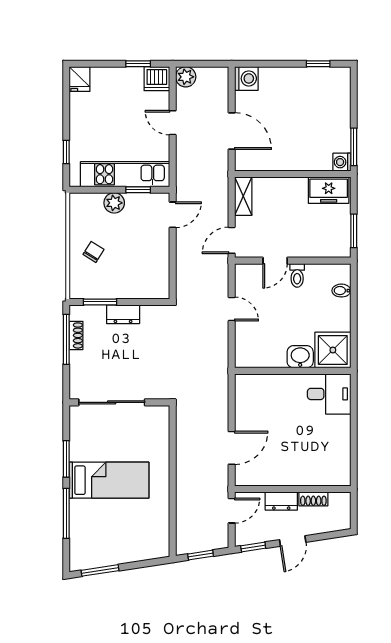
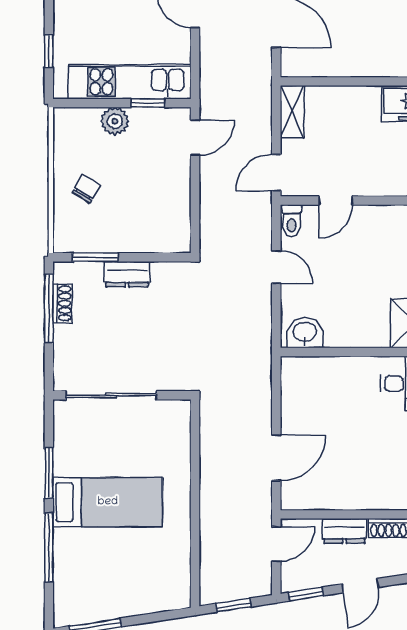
toilet: (297, 275) -> (292, 221), moved
washbasin: (300, 357) -> (305, 333), moved

